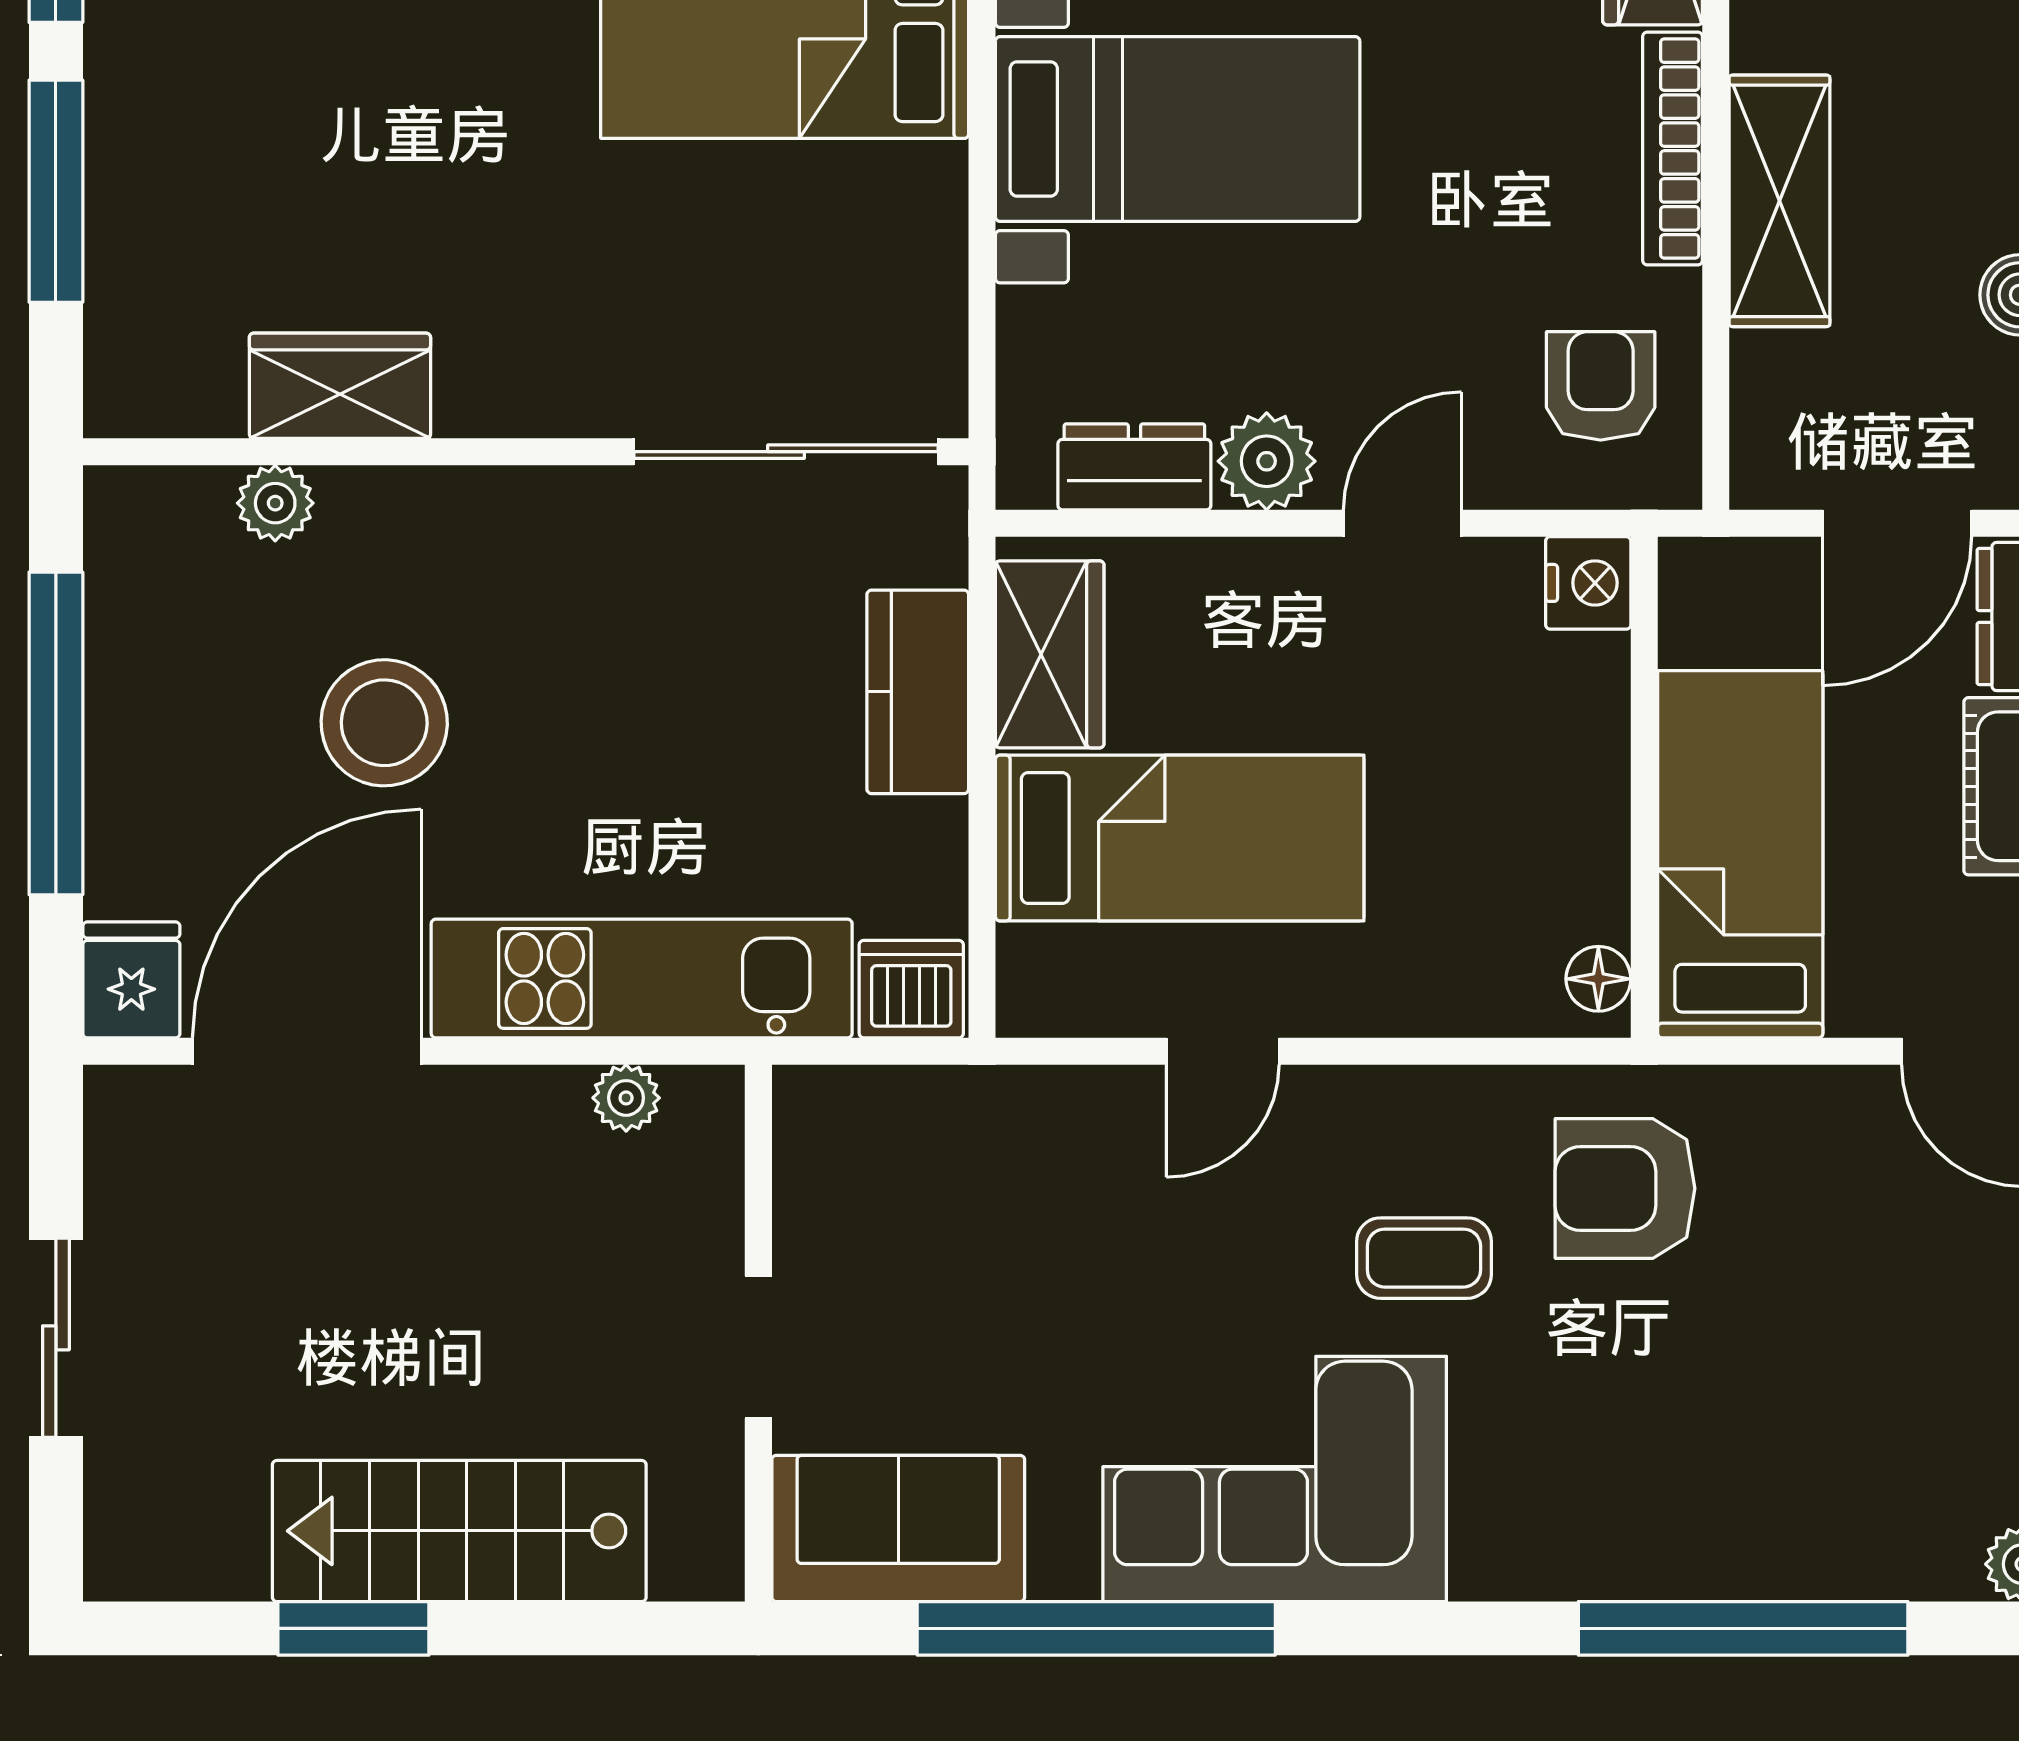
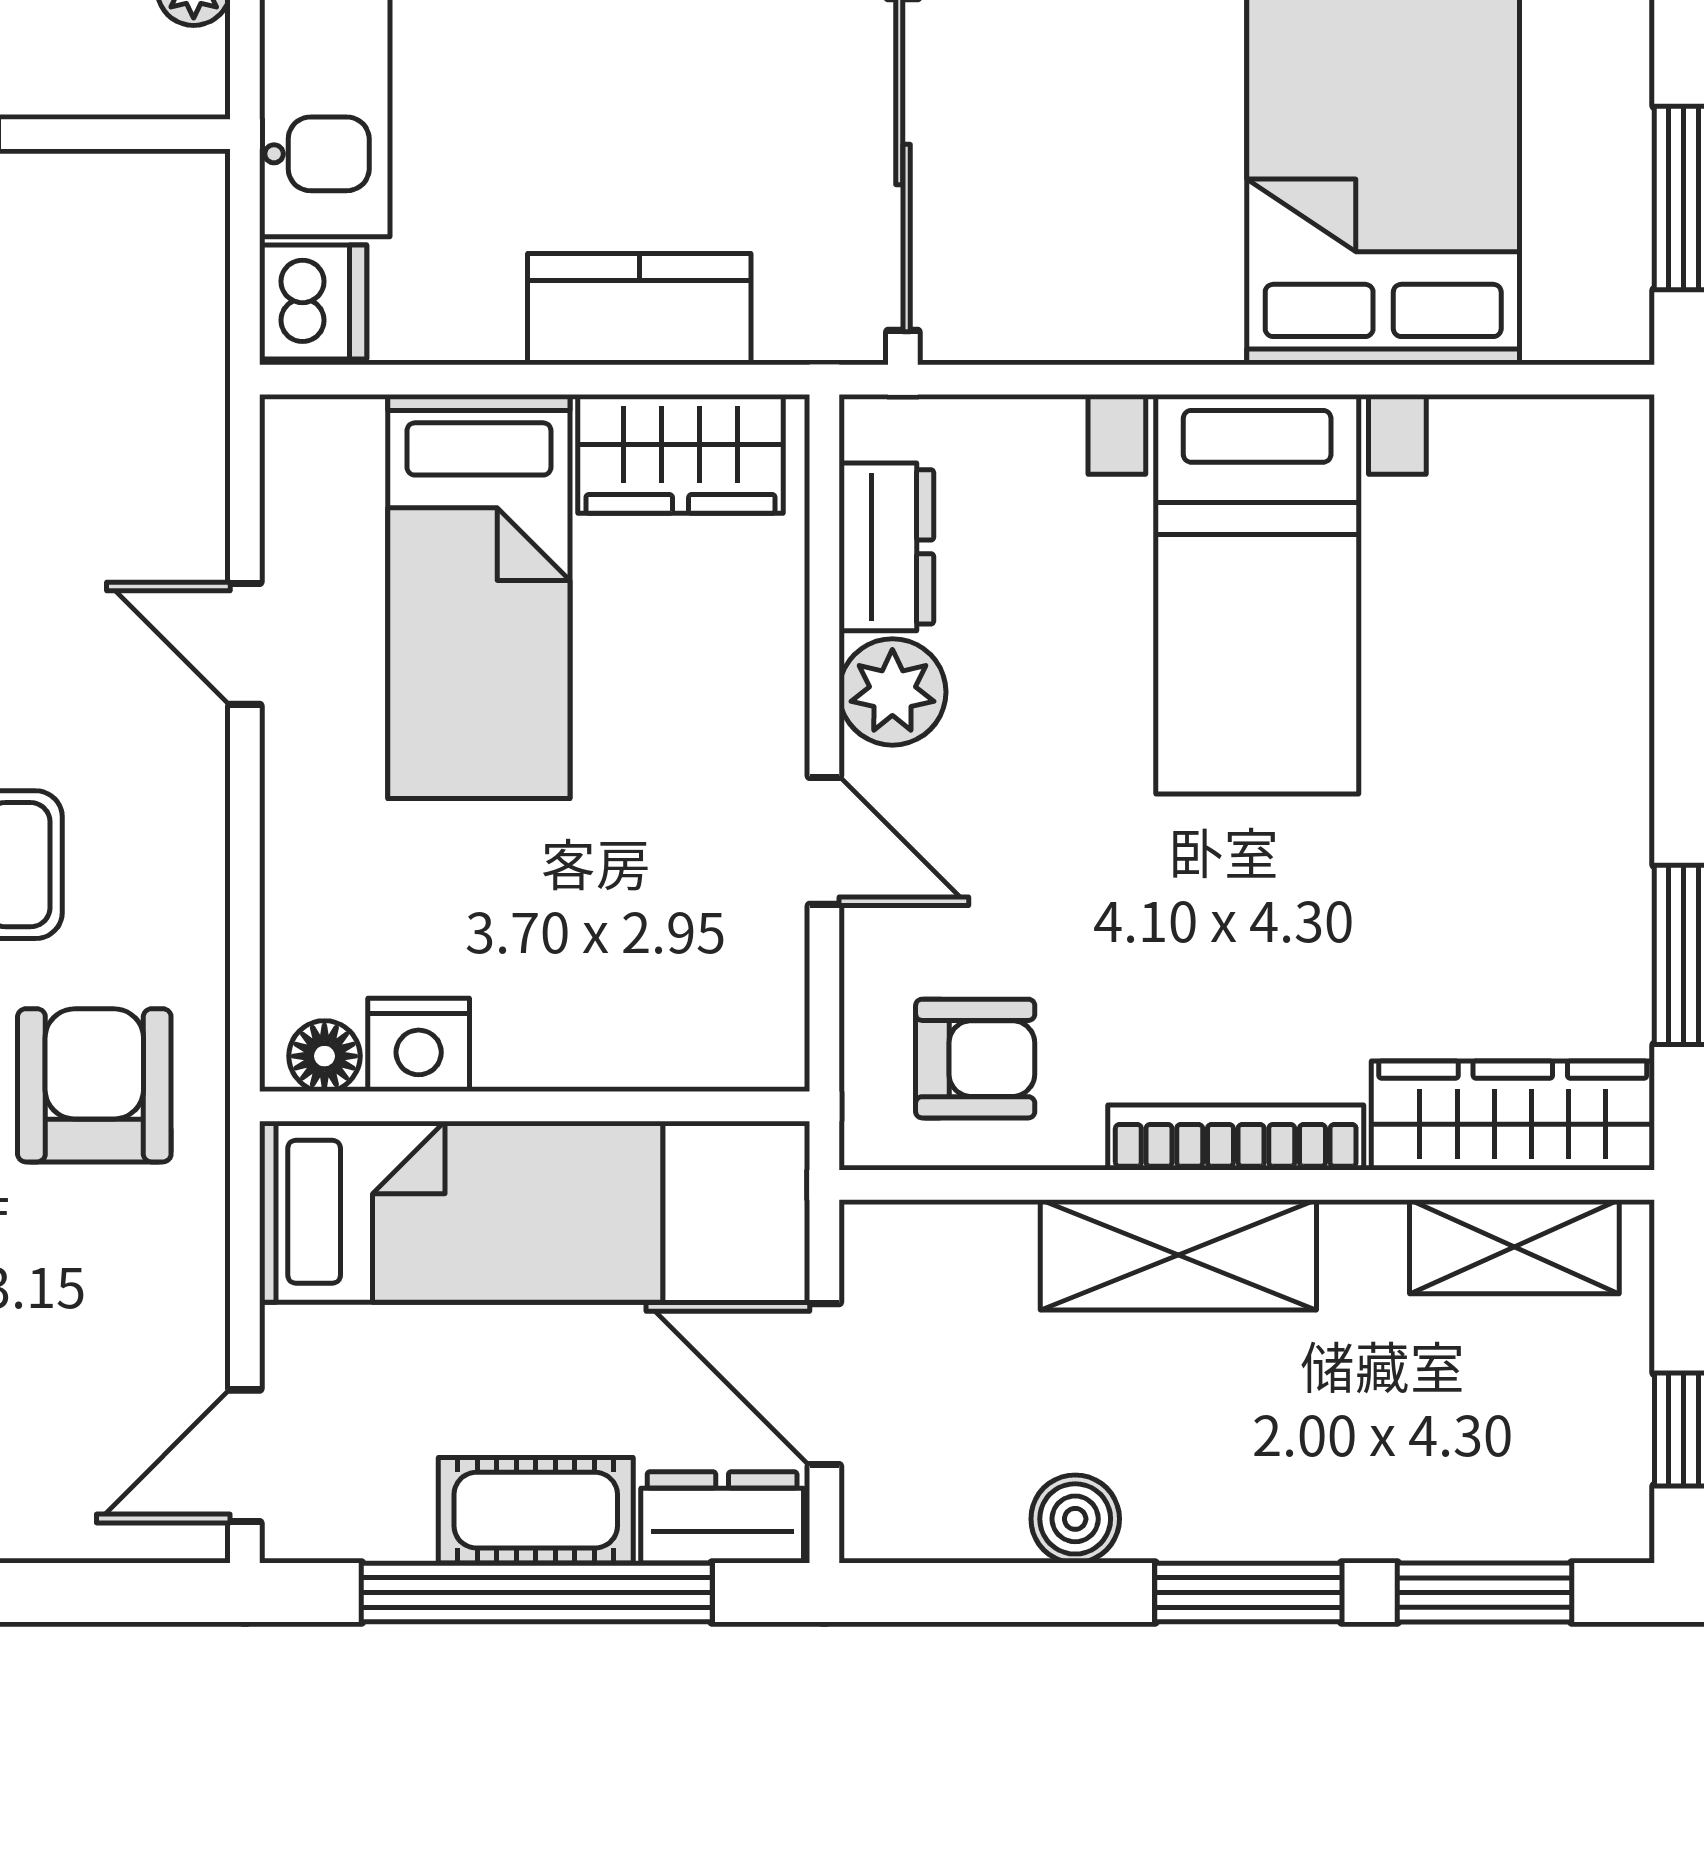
nightstand: (1588, 583) -> (419, 1045), moved

